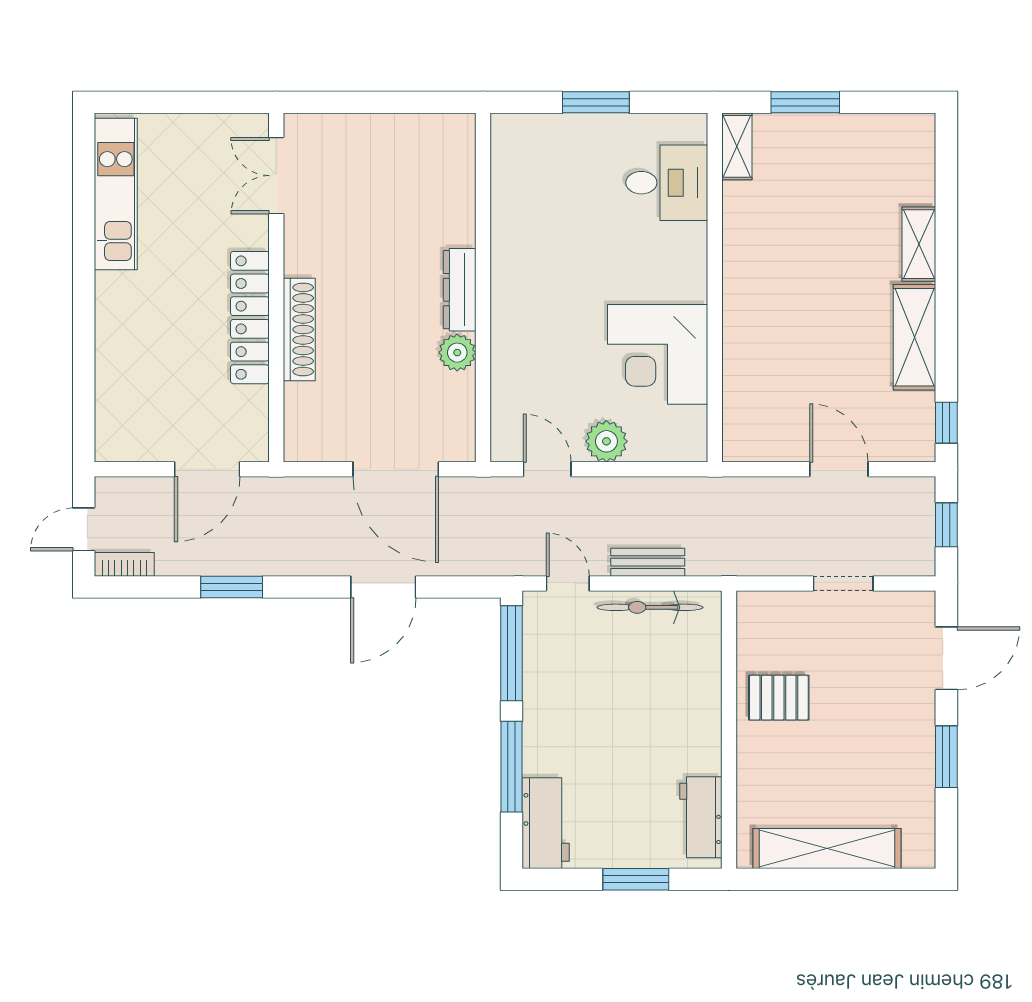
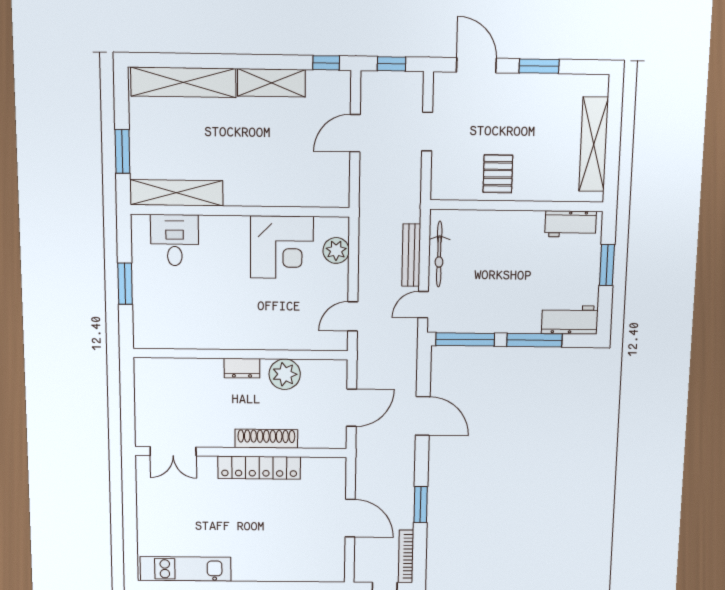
shelving: (737, 146) -> (176, 193), width x2.20, depth x1.33
double door: (276, 176) -> (173, 451), moved
shelving: (919, 244) -> (183, 82), width x2.20, depth x1.33
wall: (276, 288) -> (241, 452), moved
dresser: (460, 290) -> (242, 368), width x0.70
locker: (250, 318) -> (259, 468), moved
shoe rack: (299, 329) -> (266, 439), moved
plant: (457, 353) -> (285, 374), width x1.36, depth x1.36
plant: (606, 441) -> (336, 250), moved
door: (396, 469) -> (351, 408), width x0.73
bench: (648, 562) -> (411, 255), width x1.36
bookcase: (124, 564) -> (406, 556), width x1.56

